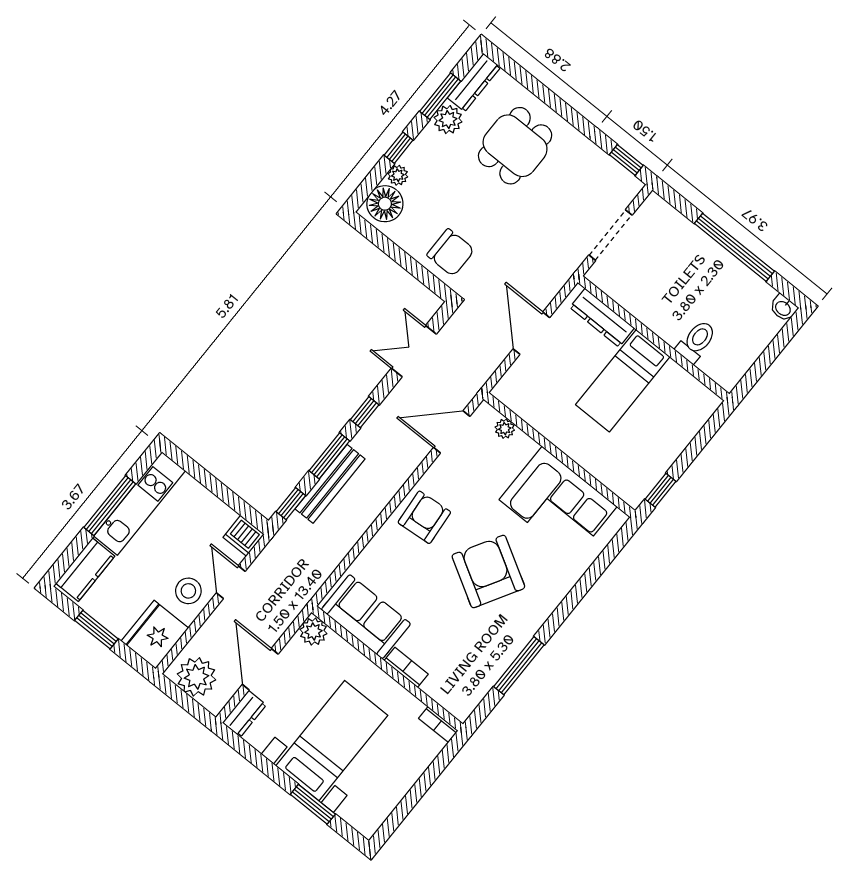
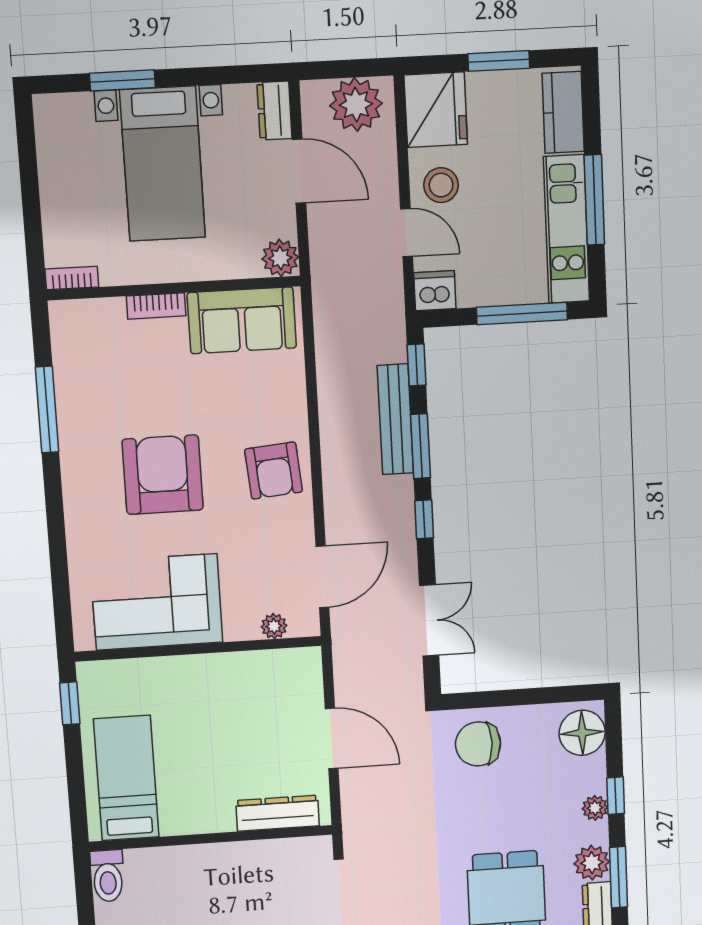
plant: (398, 175) -> (595, 808), moved
toilet: (696, 341) -> (108, 876), moved
bed: (623, 381) -> (126, 778), moved
window: (206, 479) -> (522, 314), added
armchair: (488, 571) -> (163, 475), turned -120

